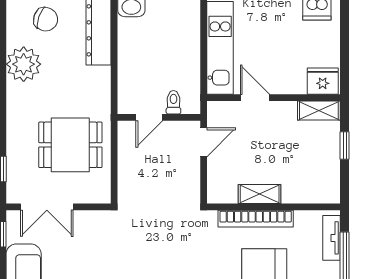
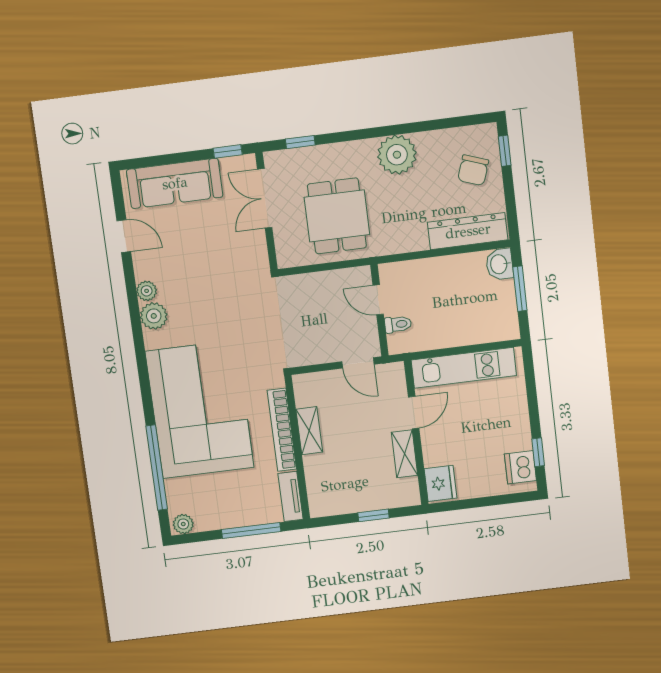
plant: (24, 64) -> (397, 155), moved
shelving: (319, 110) -> (405, 454), moved
tv unit: (332, 238) -> (291, 496), moved, turned -90

